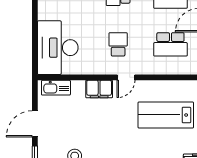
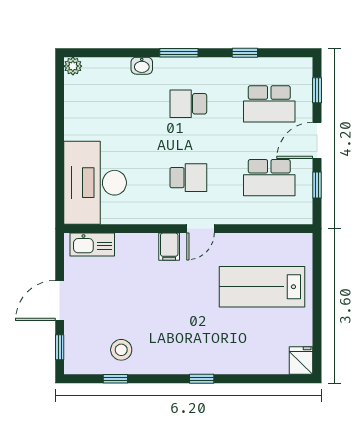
school desk: (118, 44) -> (188, 178), turned 90
filing cabinet: (99, 89) -> (169, 247), width x0.50

